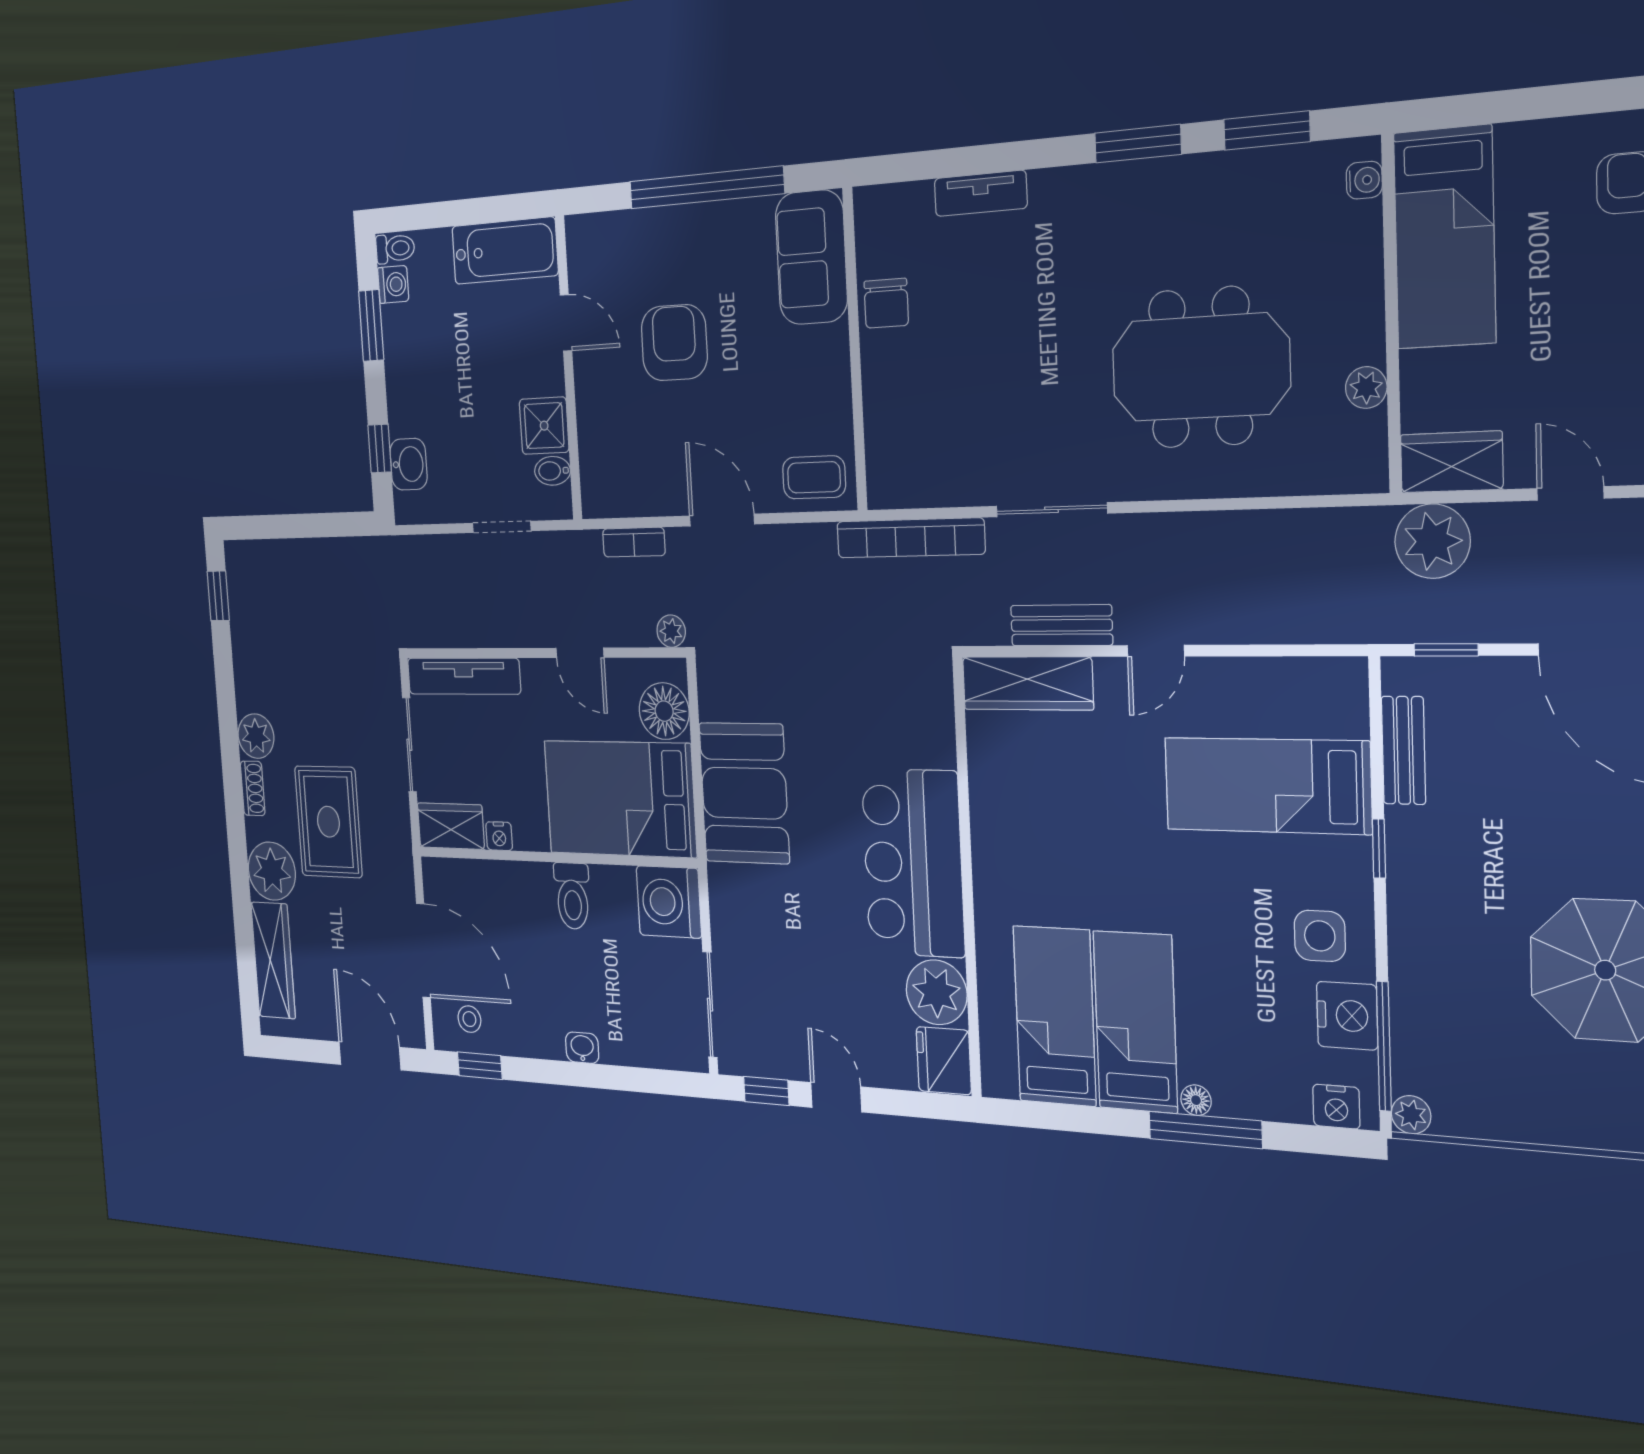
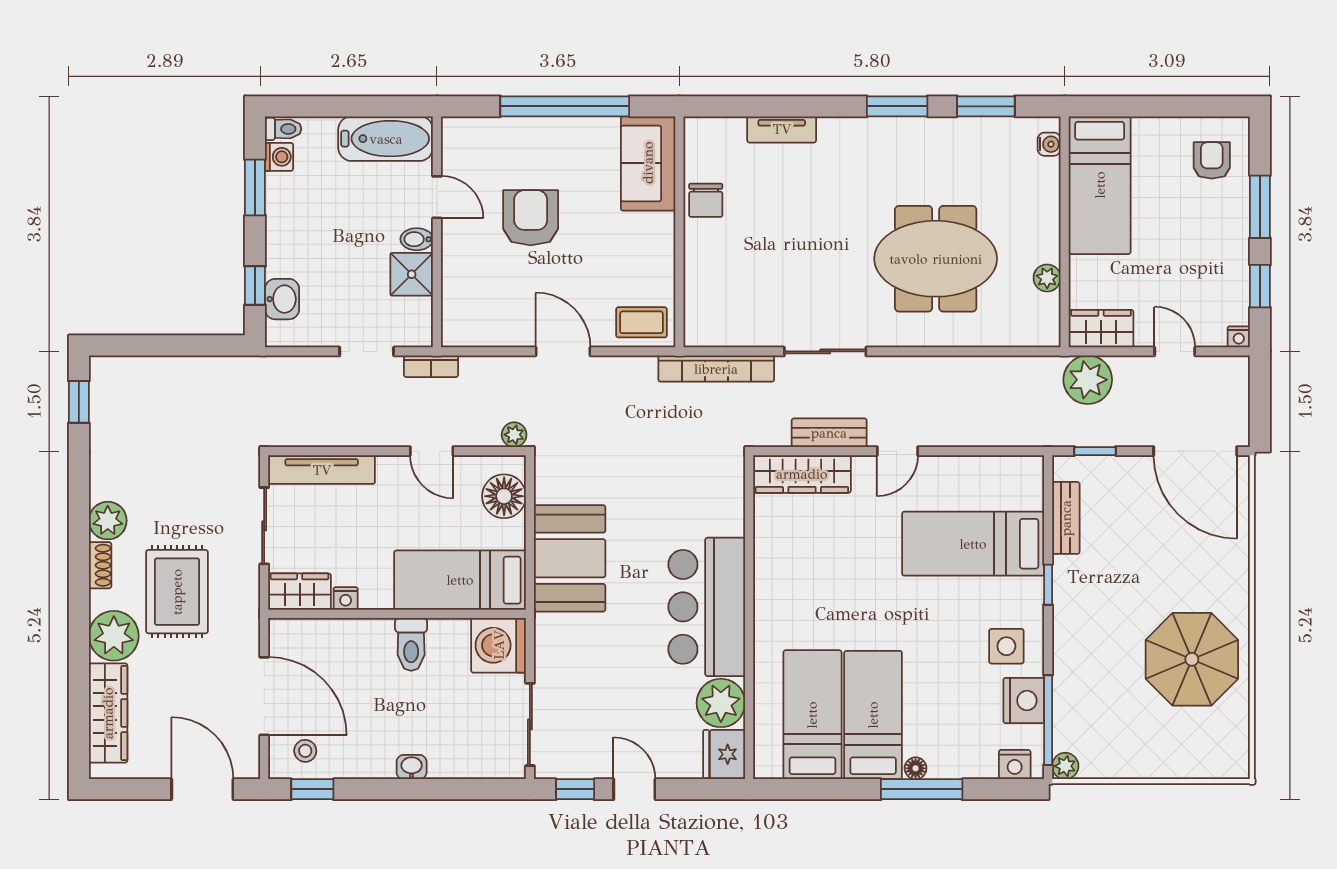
bidet: (552, 471) -> (417, 239), moved
bookcase: (634, 542) -> (431, 366), moved
bed: (620, 799) -> (460, 580), width x0.67

